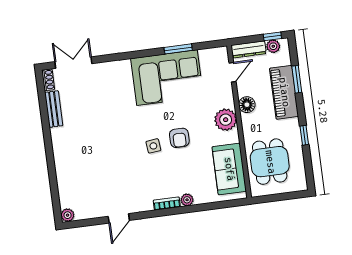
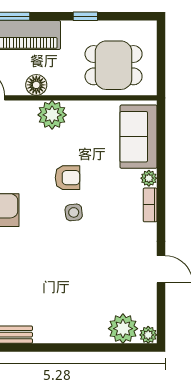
sofa: (229, 169) -> (139, 137), moved, turned 90
plant: (70, 195) -> (123, 329), added

